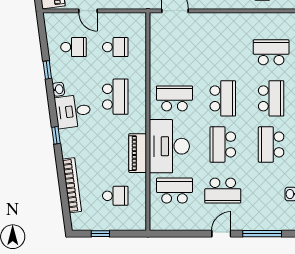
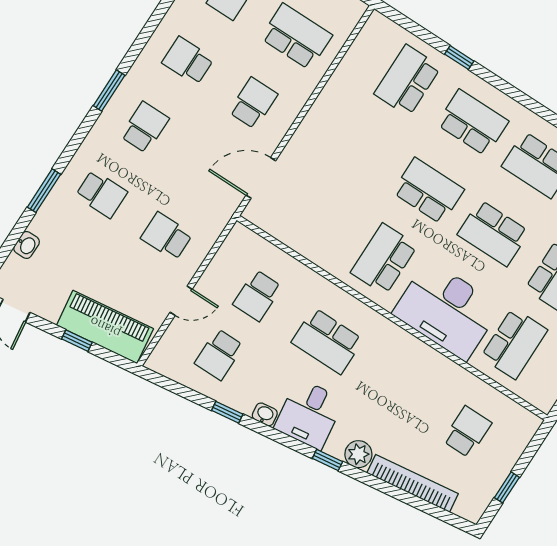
school desk: (74, 47) -> (219, 354), turned 180
school desk: (115, 47) -> (257, 296), turned 180
school desk: (115, 97) -> (327, 341), turned 180
plant: (69, 149) -> (358, 454), added
piano: (138, 153) -> (427, 361), removed
school desk: (174, 191) -> (514, 343), turned 180

